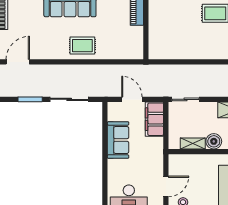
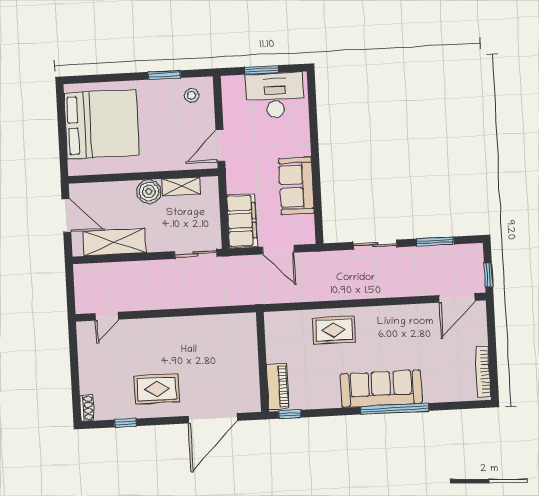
rug: (82, 46) -> (334, 330), moved
sliding door: (69, 99) -> (375, 245), width x0.73
door: (166, 186) -> (220, 146), moved

